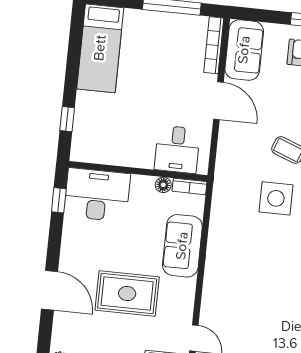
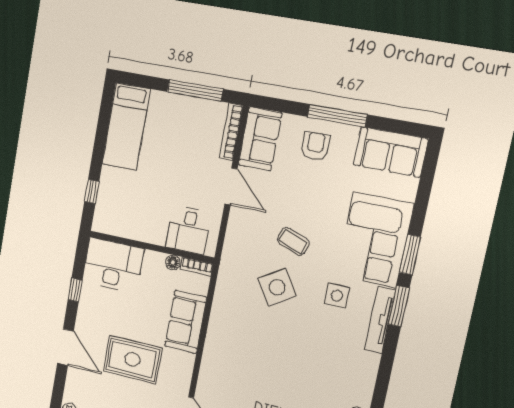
side table: (276, 198) -> (277, 287), turned -33
window: (59, 200) -> (75, 290), moved

